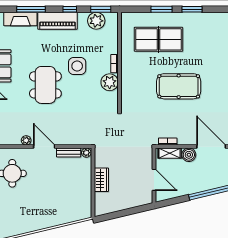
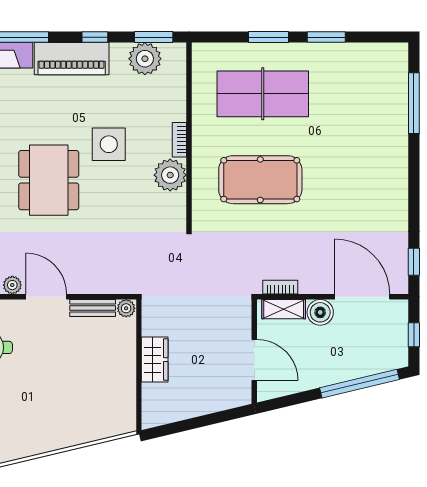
pool table: (179, 86) -> (260, 180), moved

